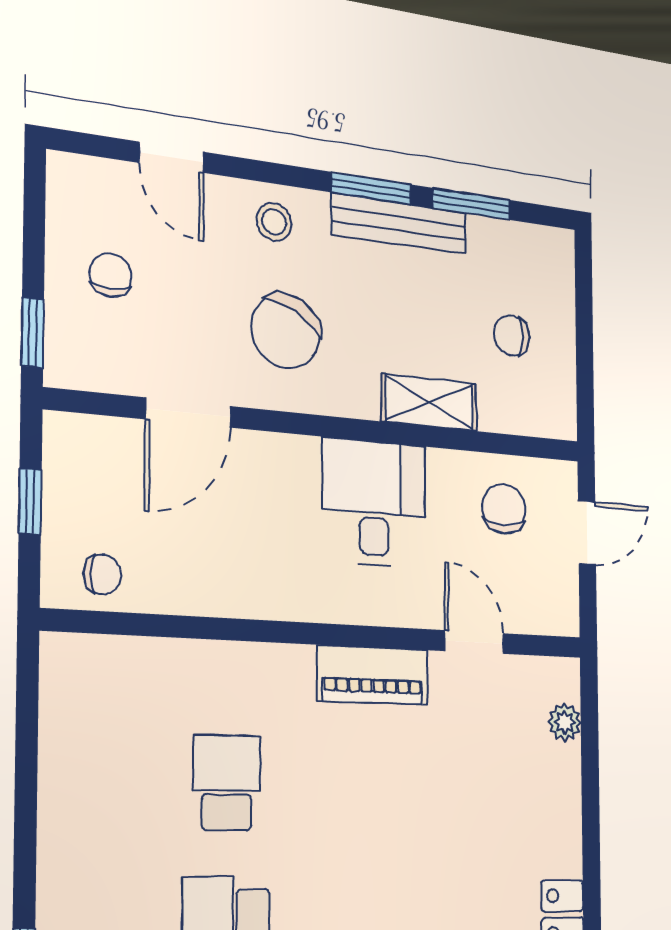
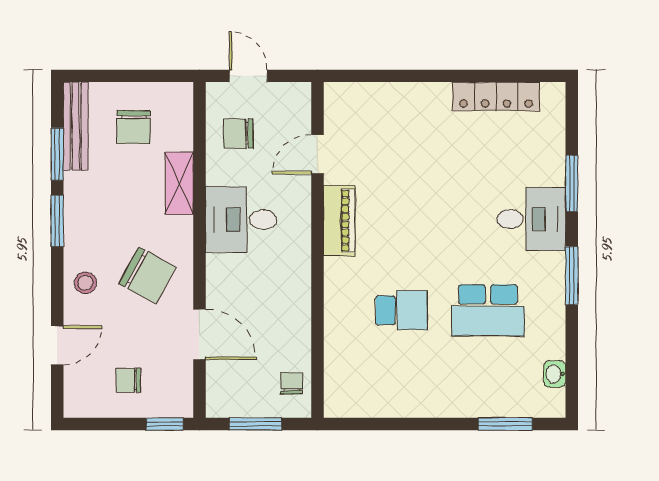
bench: (399, 224) -> (76, 126), moved
chair: (512, 335) -> (134, 127), width x1.37, depth x1.37
window: (30, 502) -> (255, 424), width x1.50
plant: (565, 722) -> (362, 93), removed
school desk: (227, 783) -> (401, 310), turned 180

